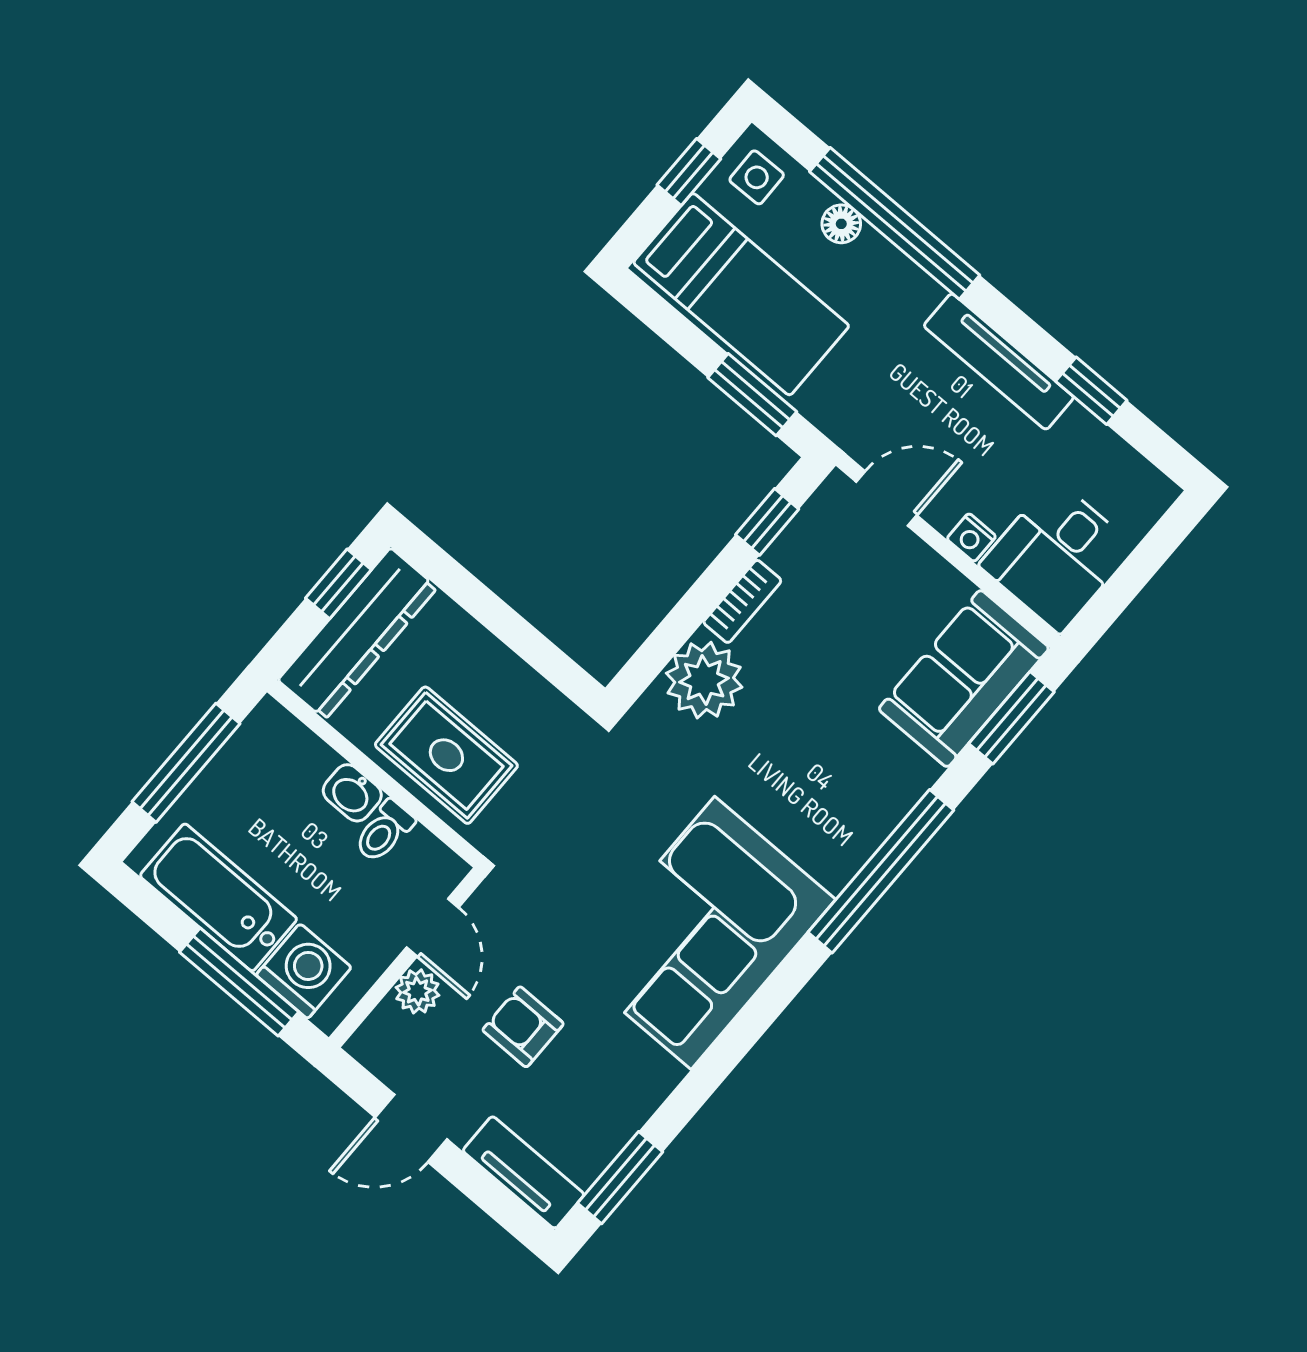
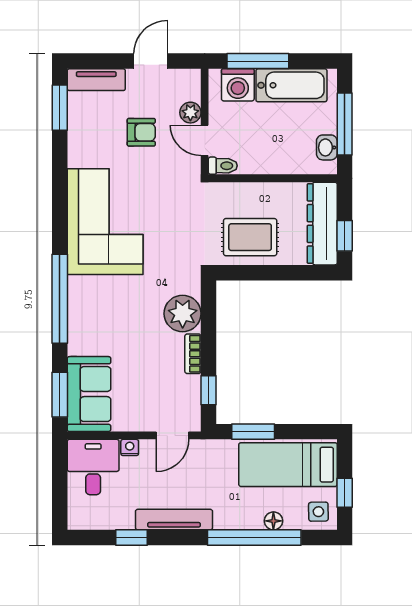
rug: (446, 755) -> (250, 237), moved
washbasin: (352, 793) -> (327, 147), moved, turned -90
toilet: (384, 831) -> (223, 166), moved, turned 90

